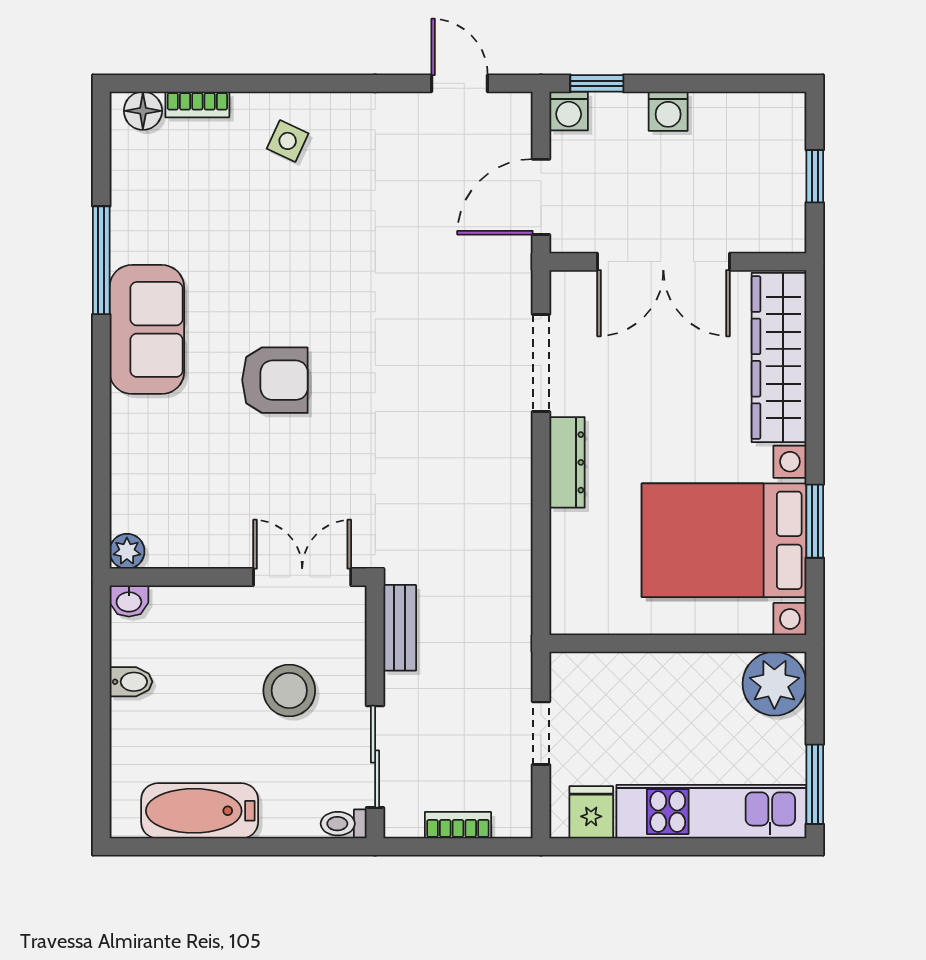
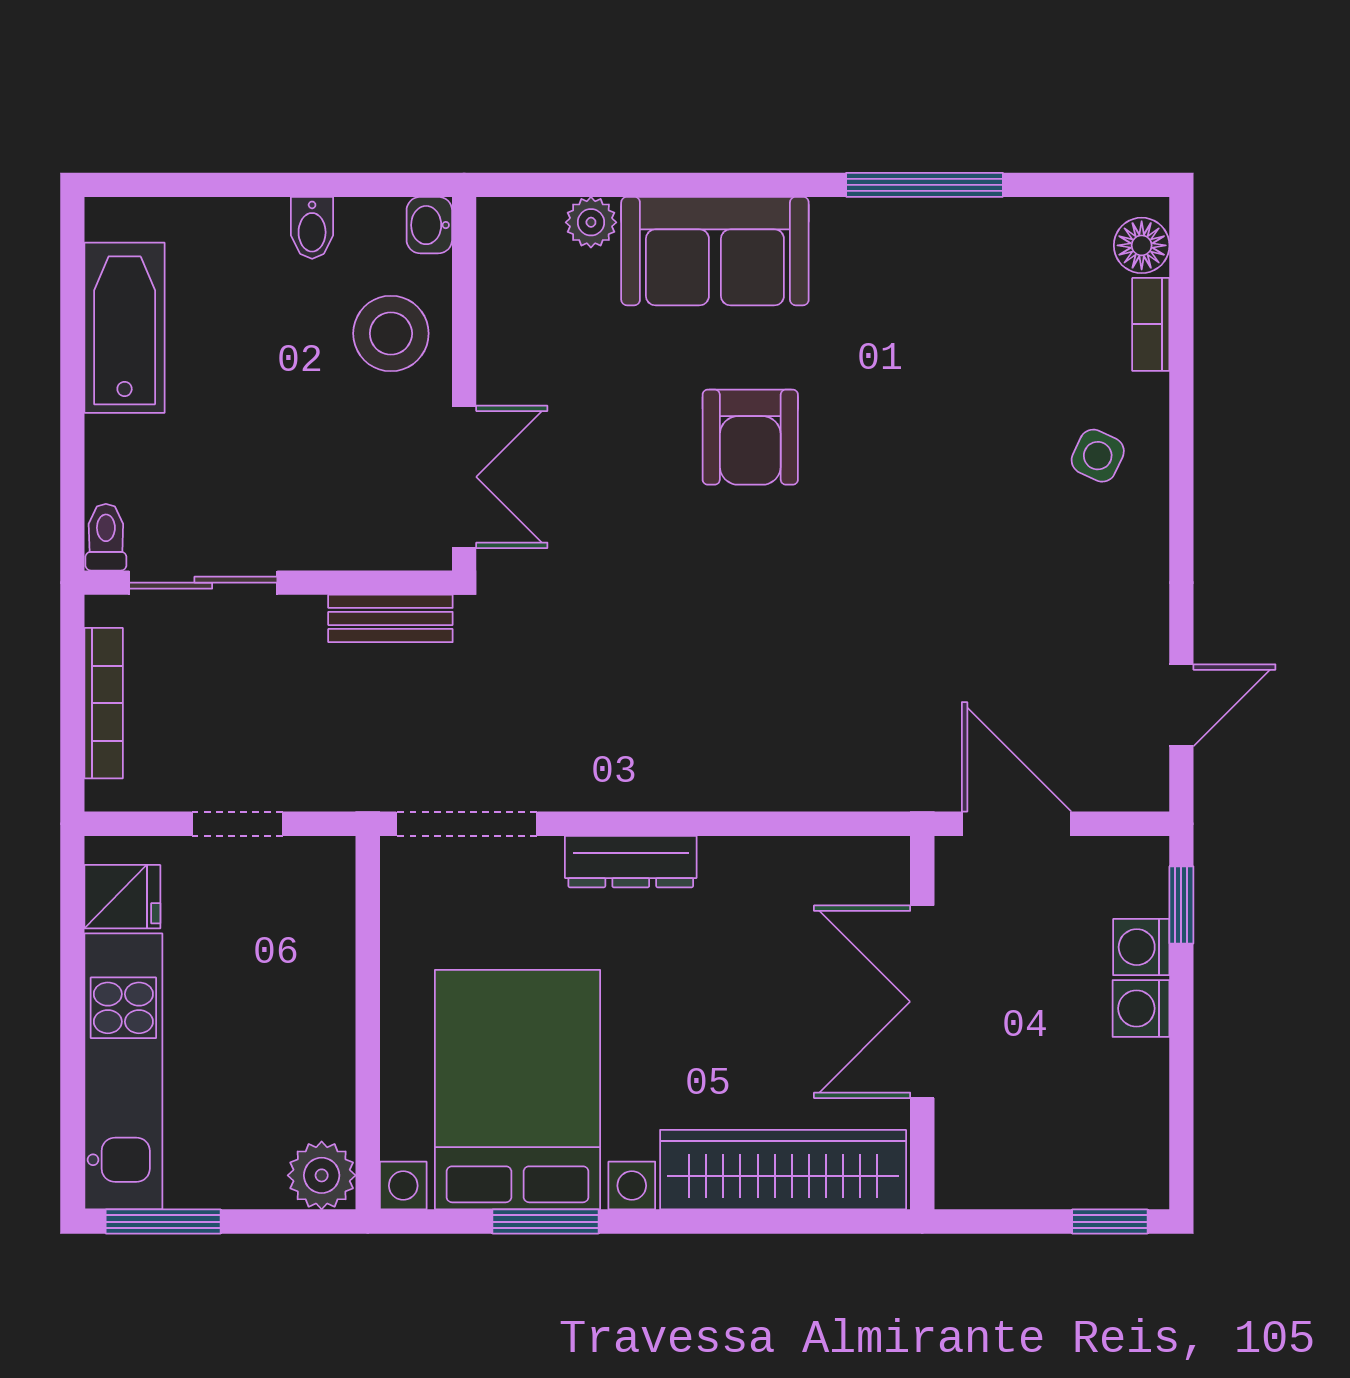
washing machine: (569, 111) -> (1141, 947), moved
window: (815, 176) -> (1110, 1222), moved
sofa: (147, 329) -> (715, 251), moved
doorway: (541, 363) -> (467, 824), moved
plant: (127, 551) -> (591, 222), moved
plant: (774, 684) -> (322, 1175), width x0.73, depth x0.73
stool: (289, 690) -> (391, 333), moved
bookcase: (458, 825) -> (104, 703), width x1.56

